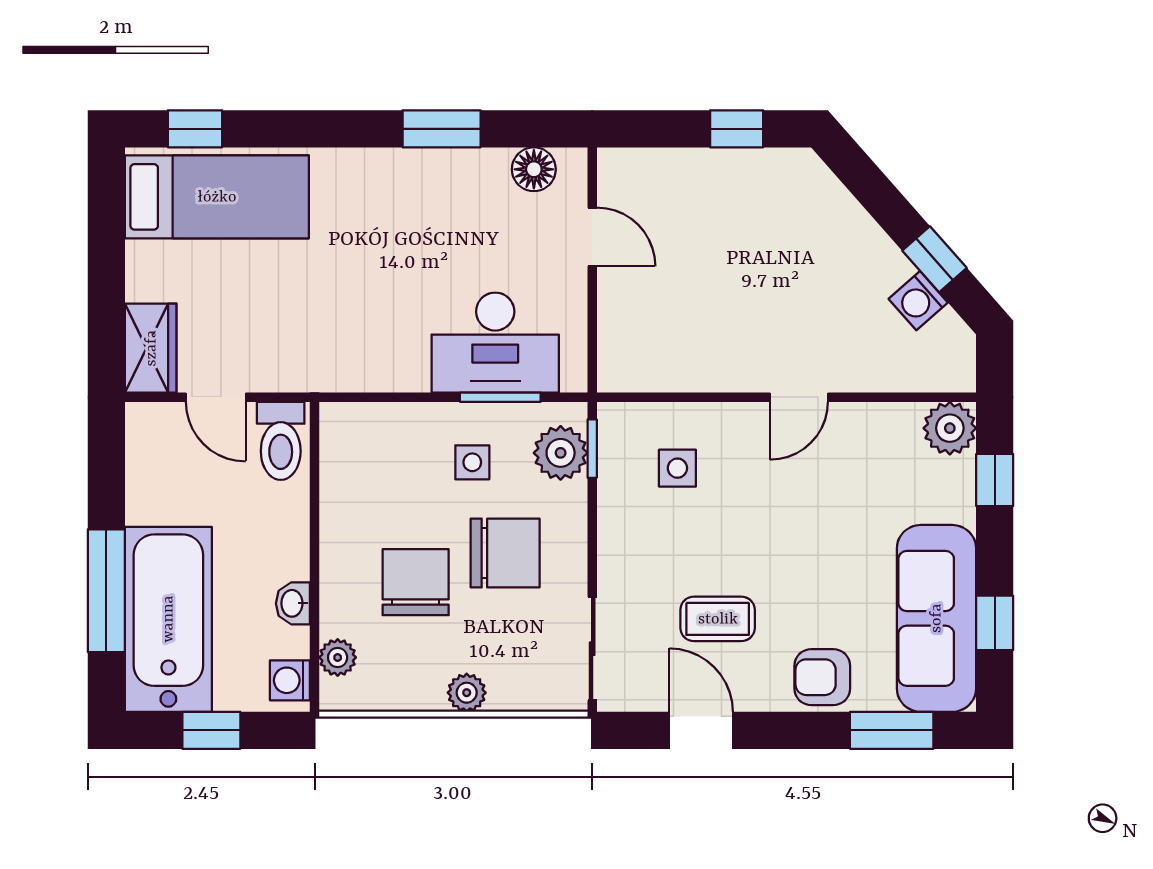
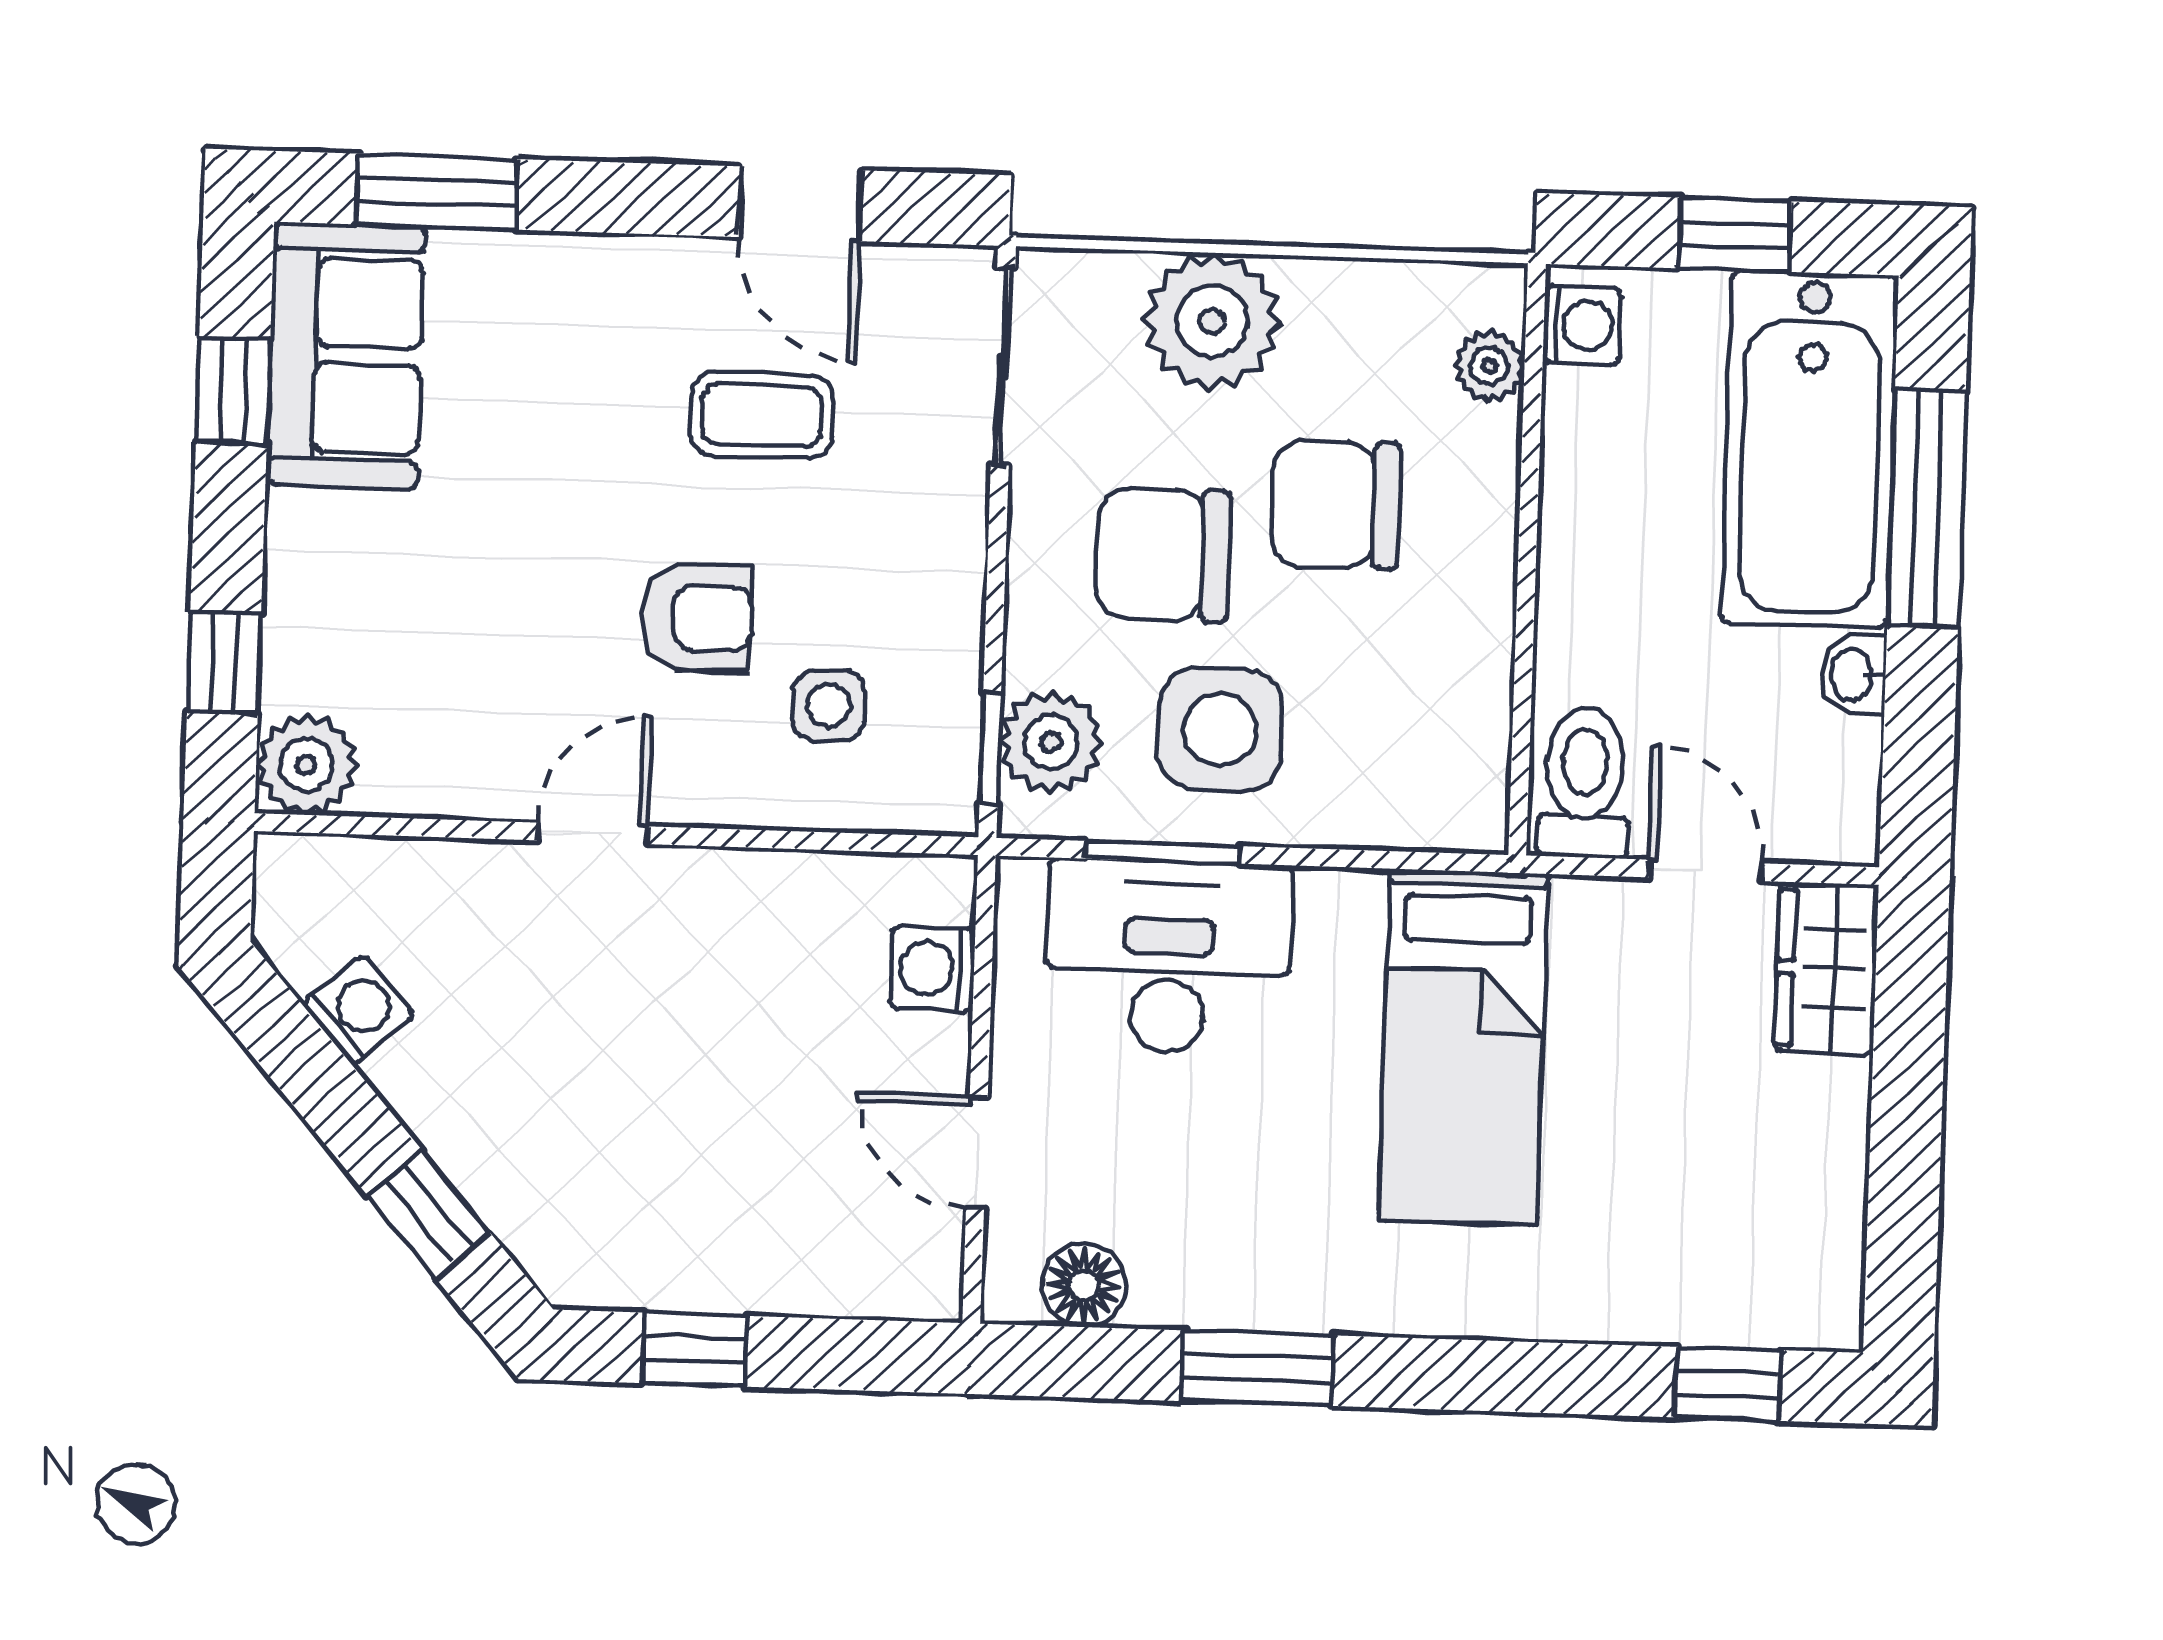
bed: (217, 197) -> (1464, 1047), moved, turned -90
window: (935, 259) -> (429, 1214), moved
washing machine: (618, 332) -> (933, 968), added
side table: (472, 462) -> (1220, 730), width x1.87, depth x1.87
chair: (416, 582) -> (1336, 505), turned 90
washbasin: (293, 603) -> (1853, 674), moved, turned 180
sofa: (936, 618) -> (345, 355), width x0.73
armchair: (822, 677) -> (697, 617), moved
plant: (467, 693) -> (1212, 321), width x1.88, depth x1.88

